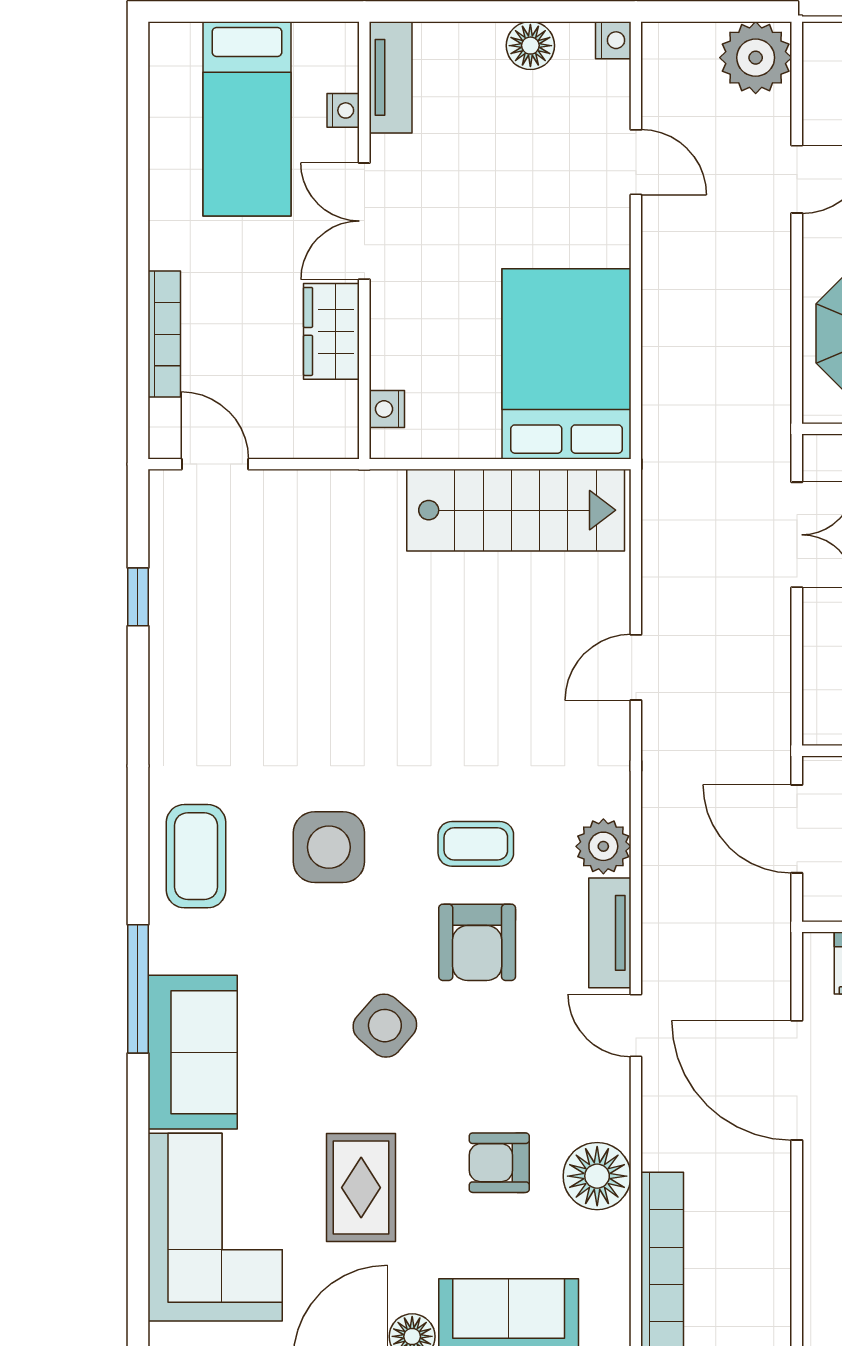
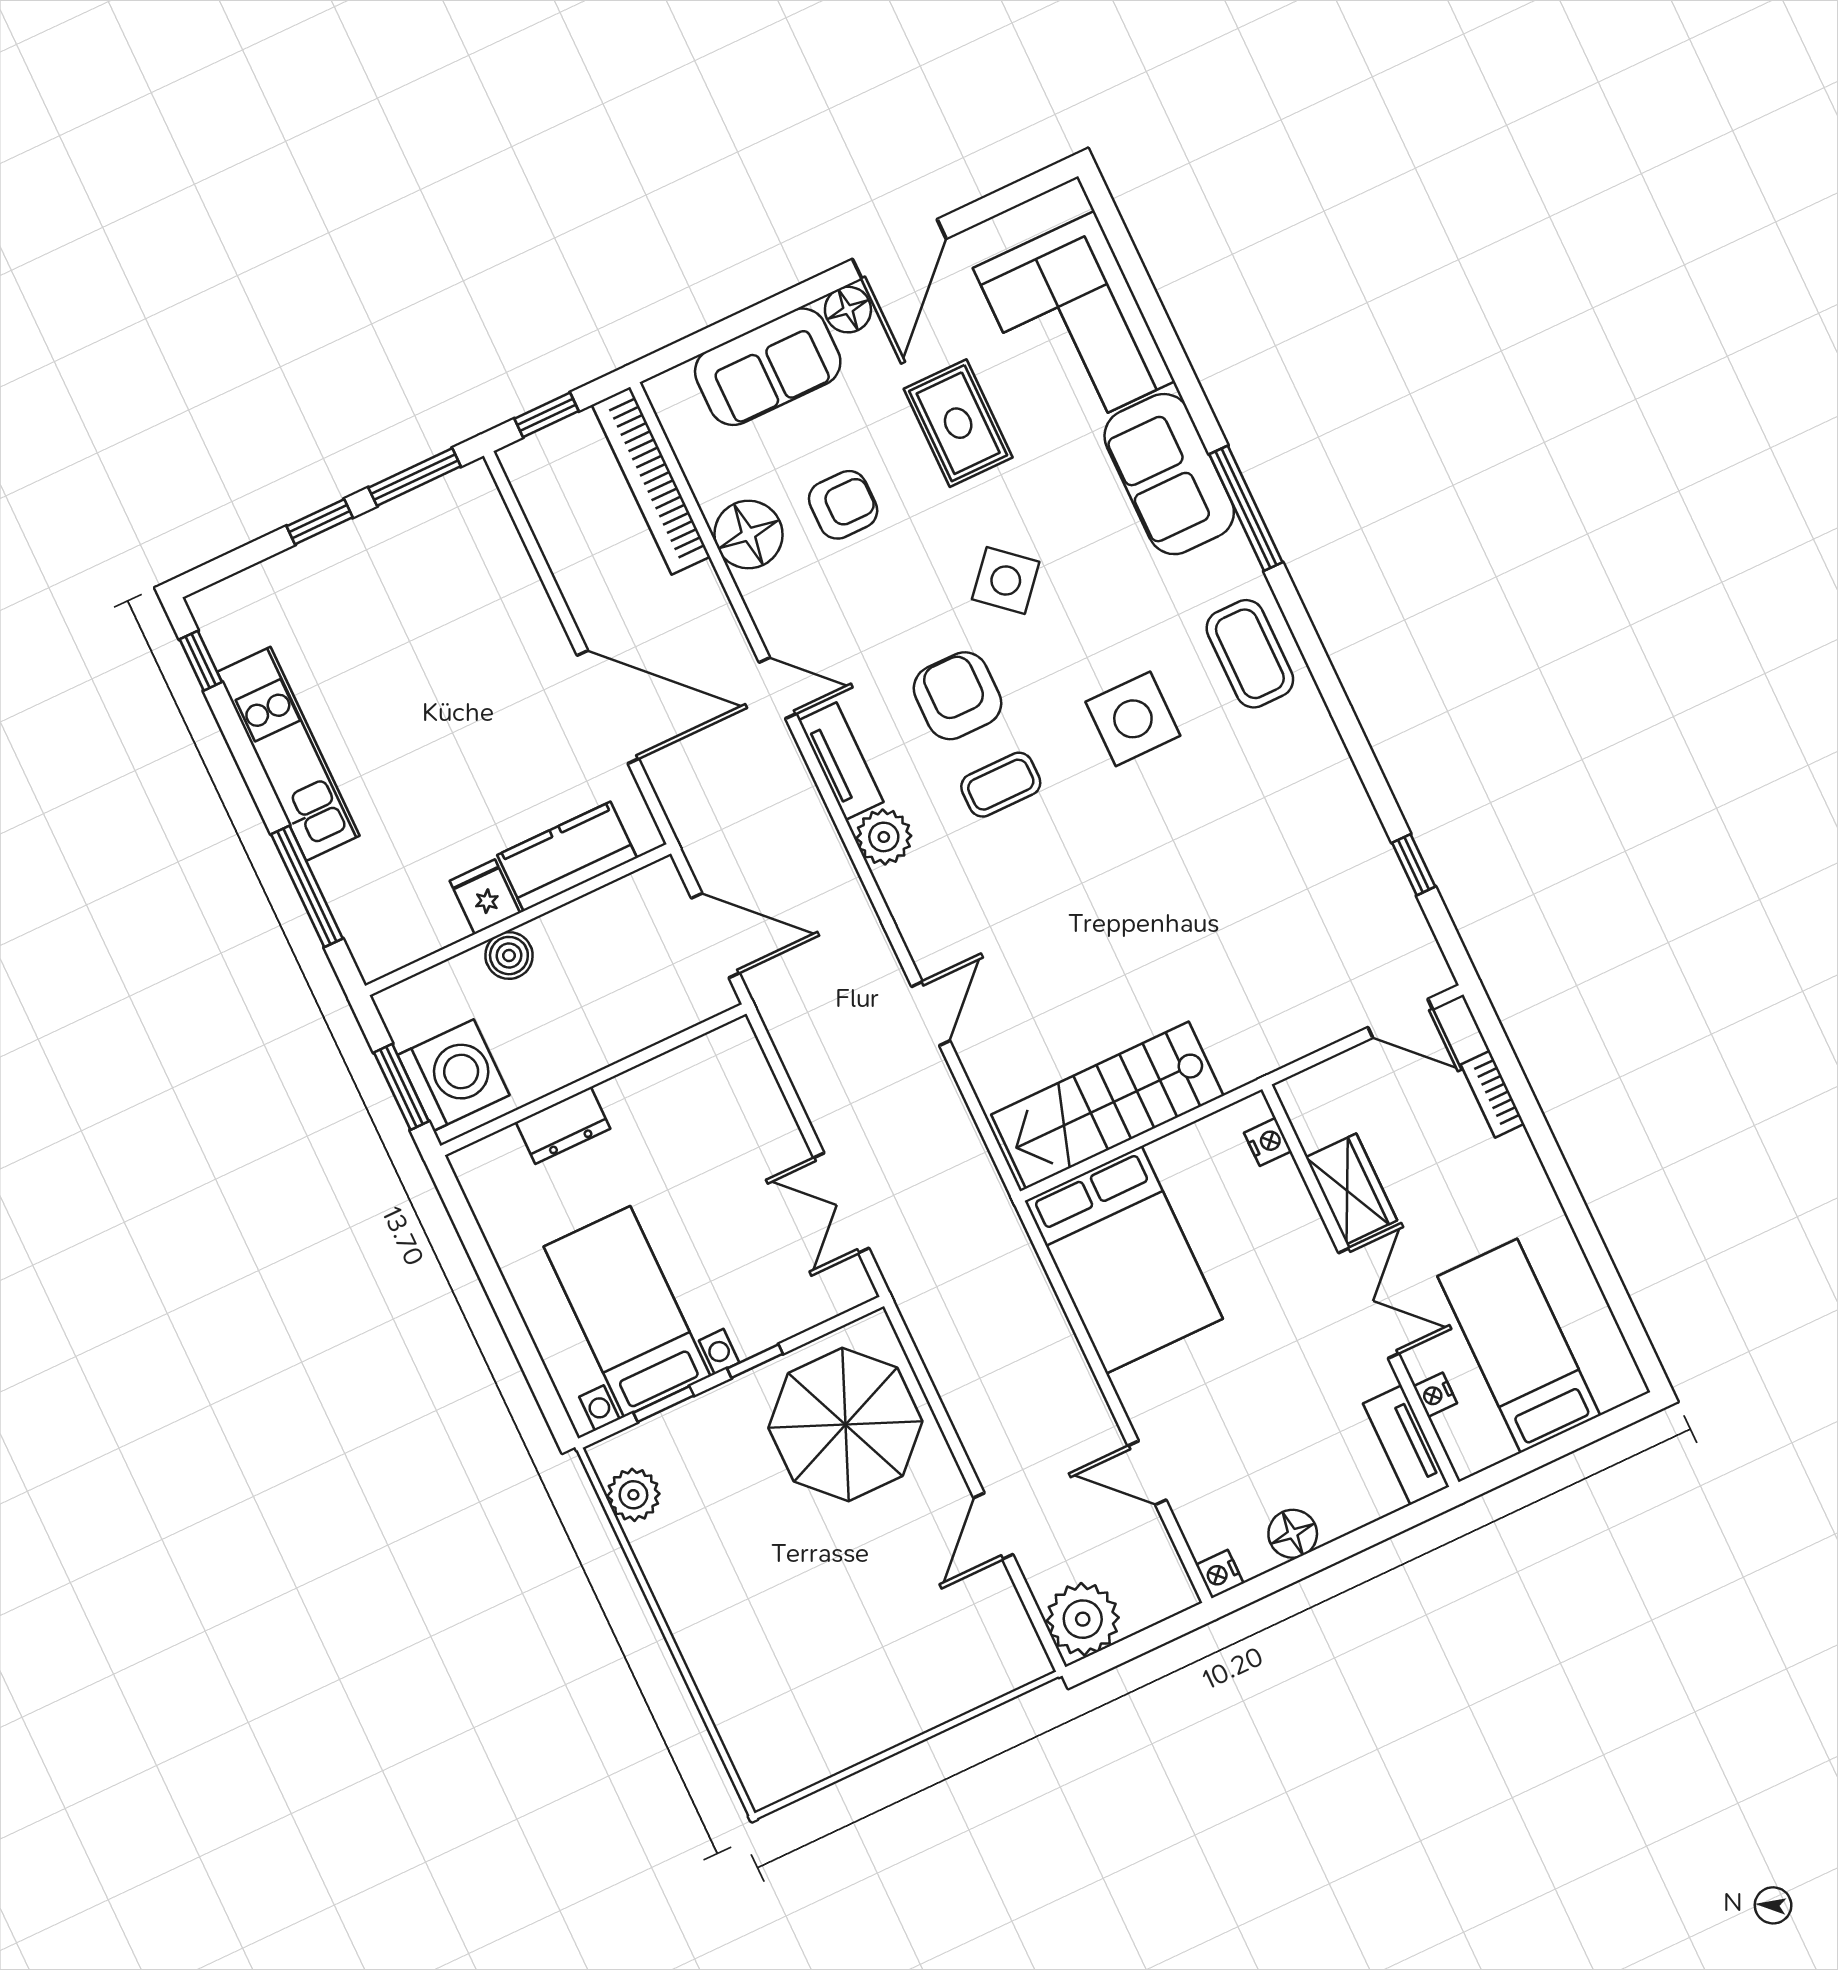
bookcase: (164, 334) -> (1492, 1094), width x0.64

